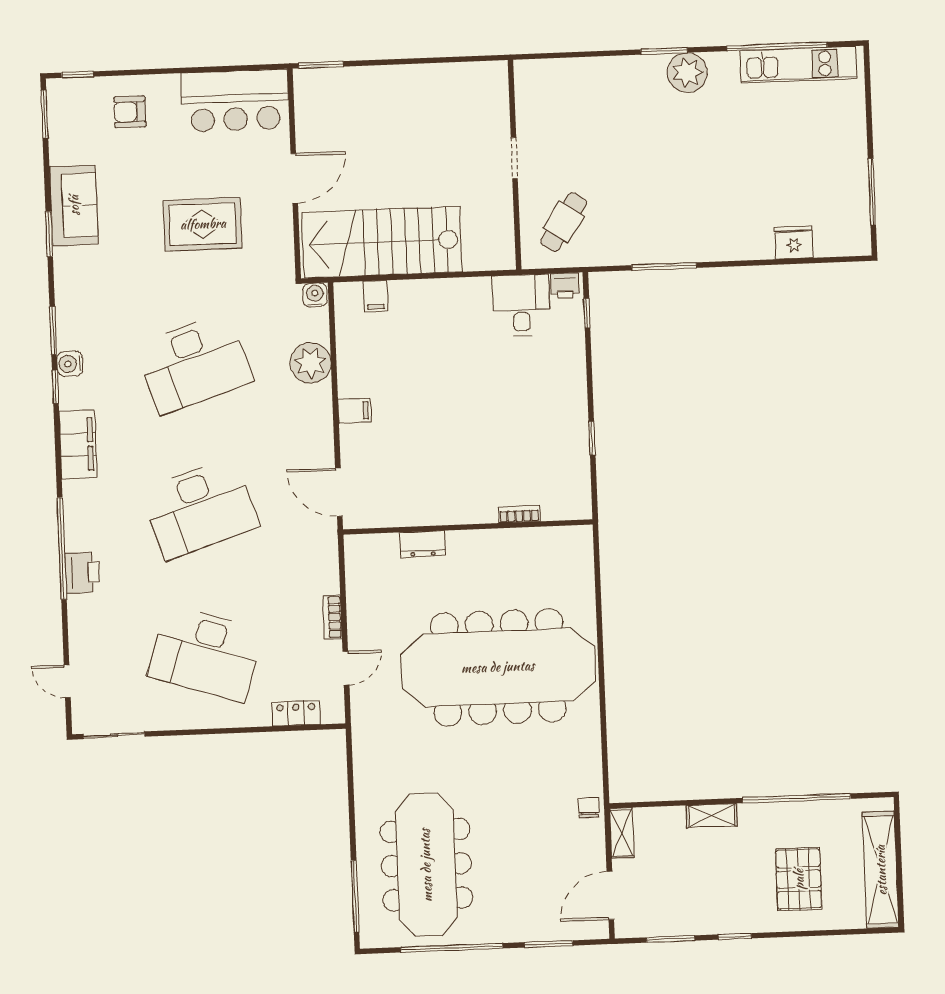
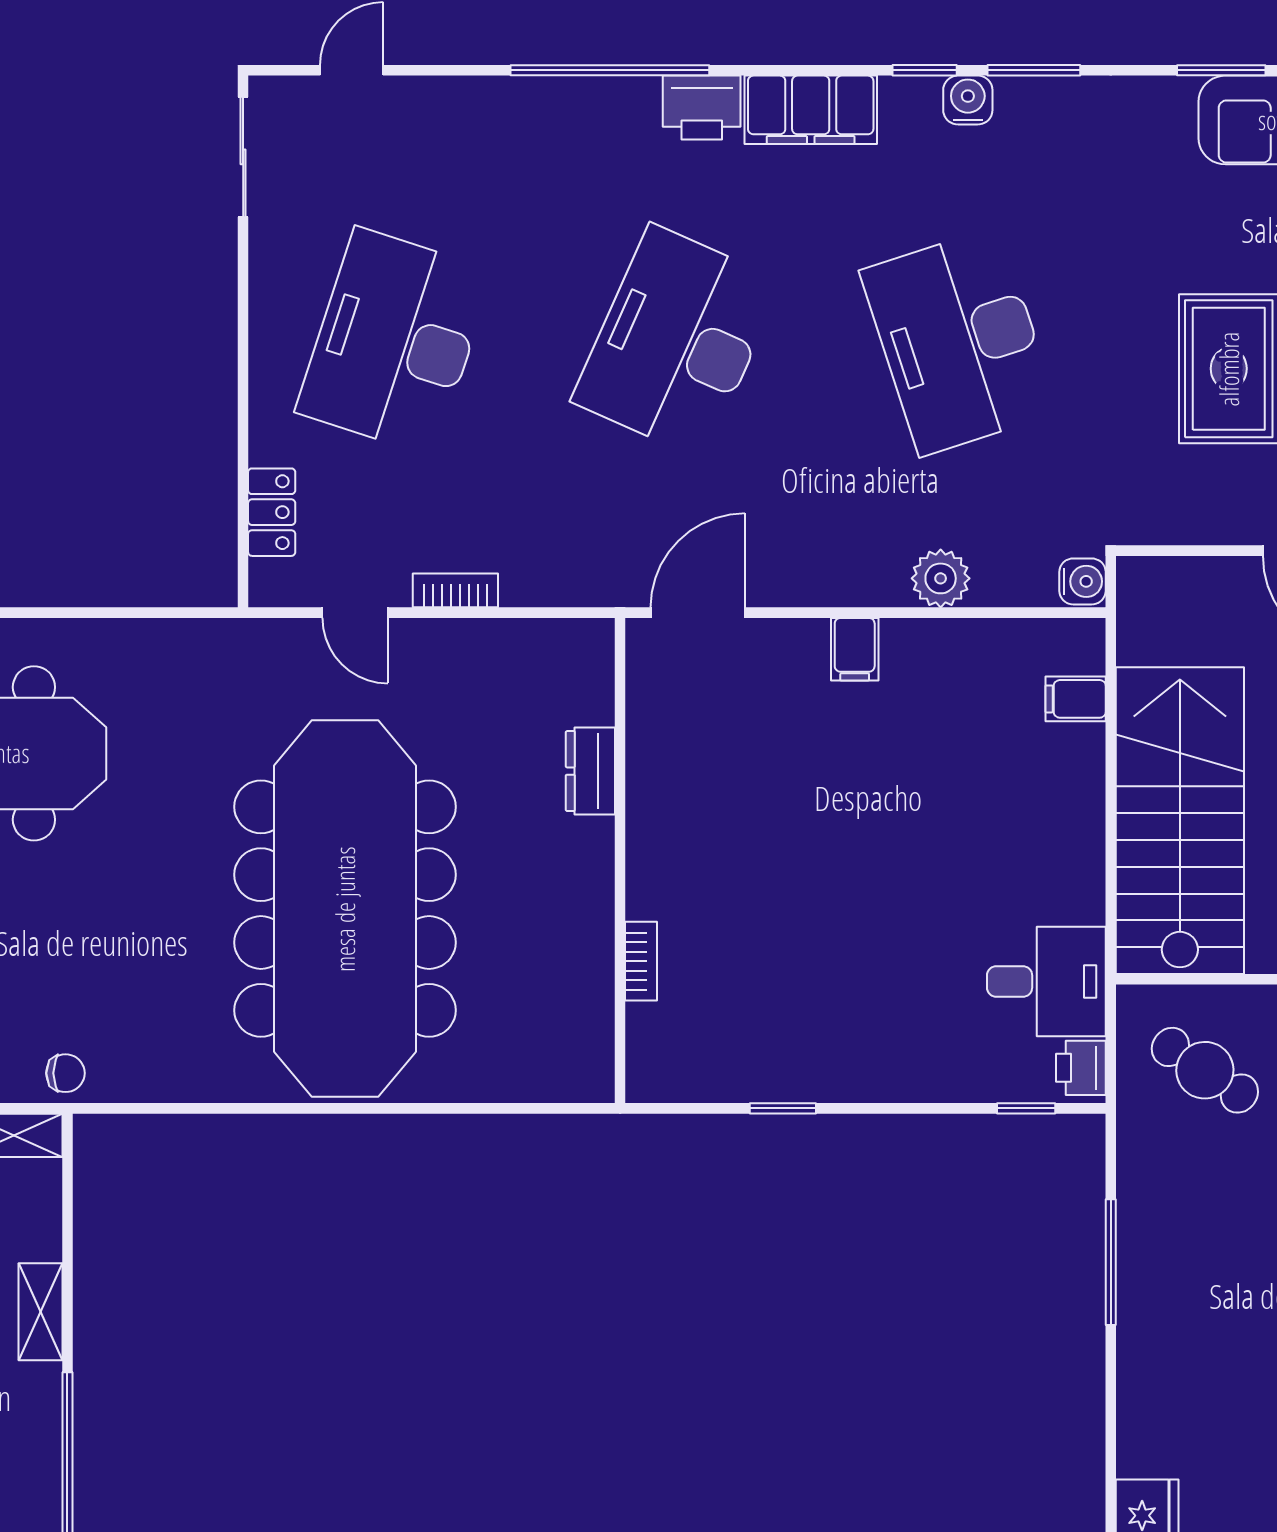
stairs: (382, 242) -> (1180, 821), moved
plant: (311, 363) -> (941, 578), width x0.73, depth x0.73
desk: (200, 508) -> (677, 341), turned 42
printer: (82, 573) -> (702, 108), moved

